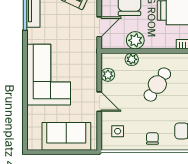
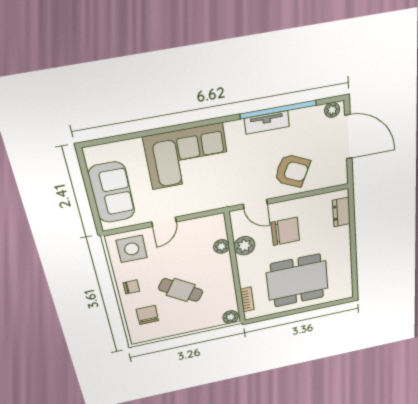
plant: (108, 75) -> (199, 225), removed
cafe table: (157, 85) -> (181, 290), moved
side table: (118, 131) -> (132, 249), width x1.87, depth x1.87

